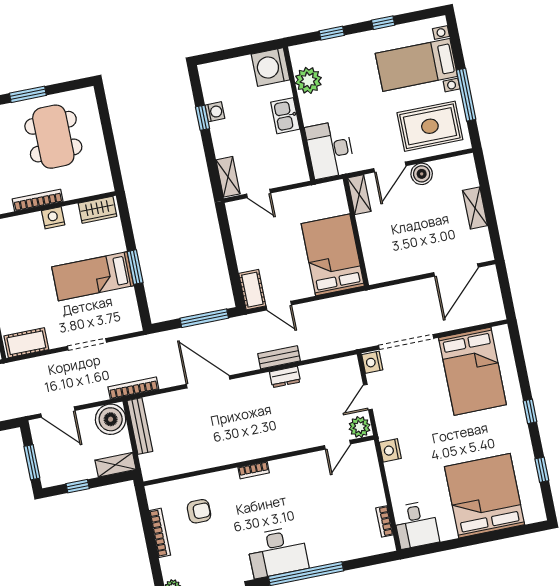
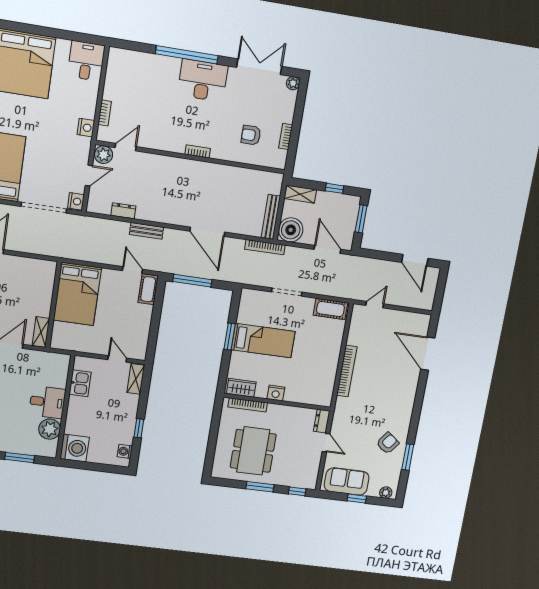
window: (332, 33) -> (20, 458), width x1.50
washing machine: (215, 112) -> (125, 451), moved
kitchen sink: (285, 116) -> (80, 383), moved
desk: (330, 150) -> (47, 402), moved, width x0.73
bookcase: (38, 200) -> (248, 405), moved
dresser: (285, 377) -> (123, 211), moved
bookcase: (384, 521) -> (105, 113), moved
bookcase: (160, 533) -> (286, 136), width x0.64

